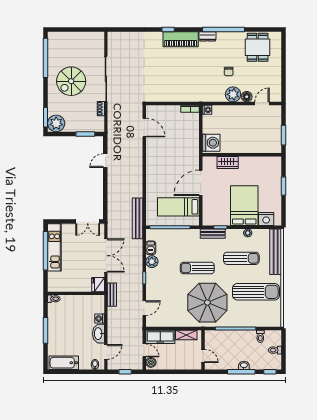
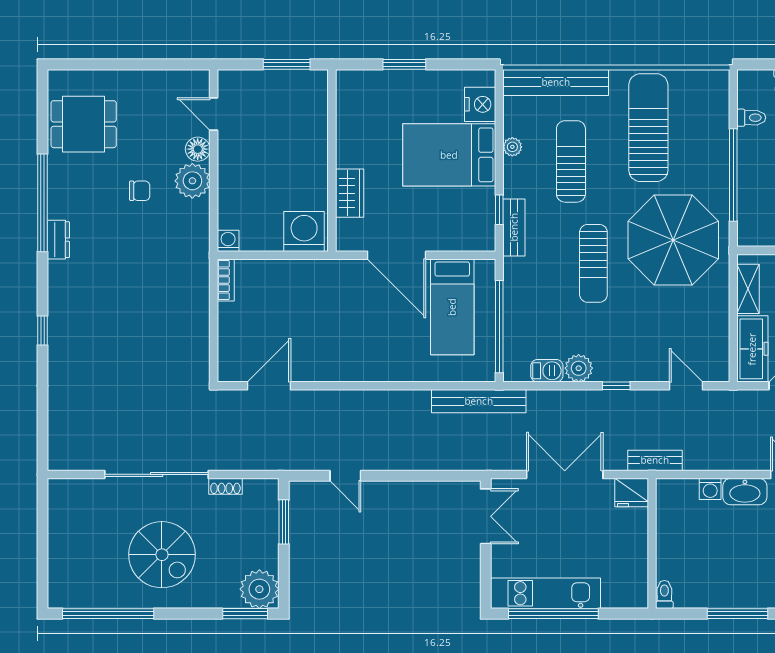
piano: (181, 39) -> (65, 302), removed

